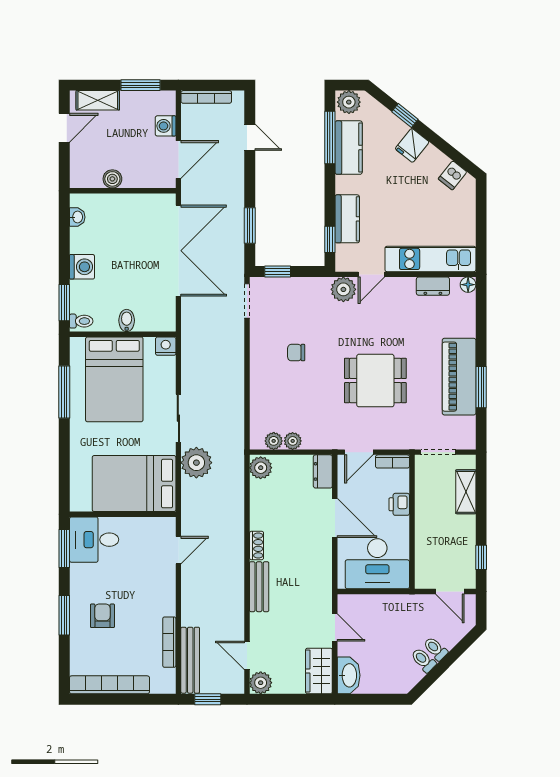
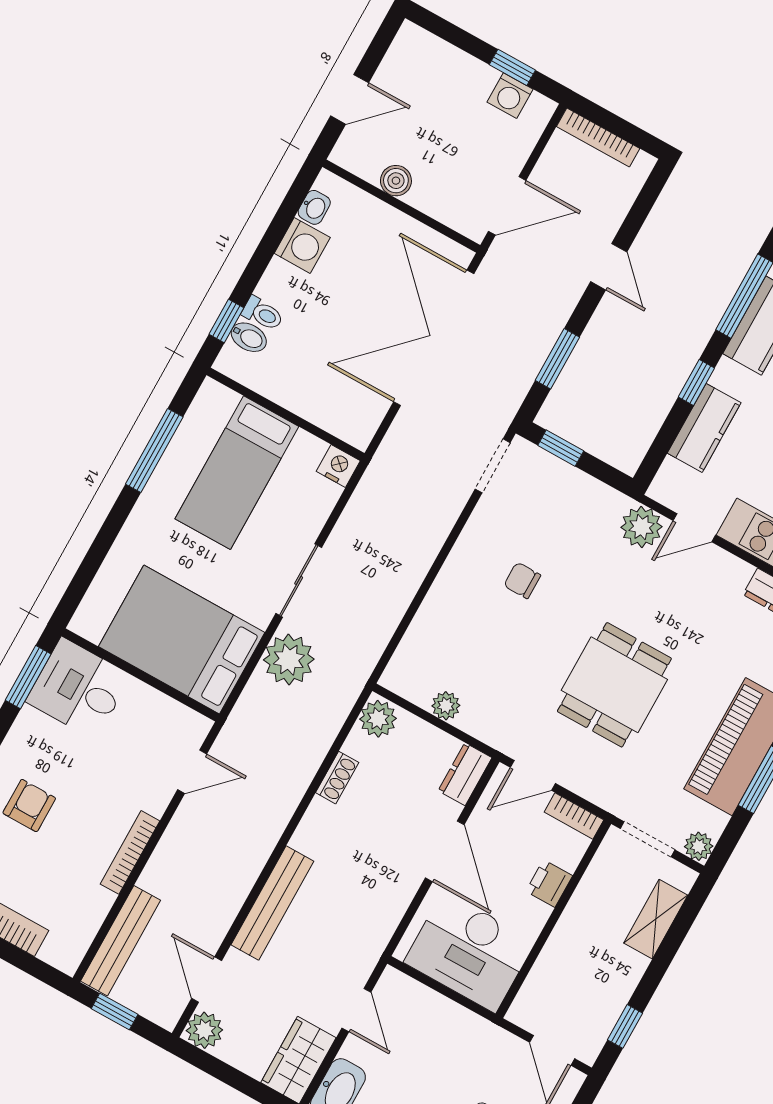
window: (141, 85) -> (512, 67), width x0.67
shelving: (98, 100) -> (438, 55), removed
washing machine: (166, 126) -> (510, 96), moved, turned -90
door: (64, 128) -> (350, 99), moved
door: (250, 137) -> (609, 267), moved
window: (330, 239) -> (696, 382), moved
double door: (178, 251) -> (434, 338), swing flipped
washing machine: (82, 267) -> (302, 245), moved
window: (64, 303) -> (226, 321), width x0.67
bidet: (127, 320) -> (249, 337), moved, turned 90
toilet: (81, 321) -> (263, 314), moved
bed: (114, 379) -> (237, 473), width x0.67
dining table: (375, 381) -> (614, 685), turned 90
plant: (274, 441) -> (699, 846), moved
shoe rack: (257, 545) -> (337, 778), moved
bench: (259, 587) -> (272, 903), width x1.36
bookcase: (169, 642) -> (130, 852), moved

